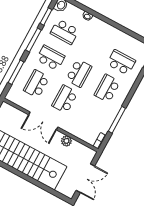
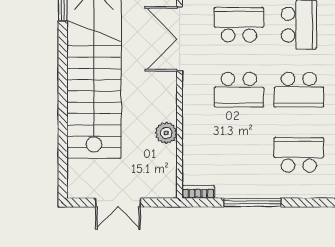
school desk: (65, 99) -> (239, 90), turned 180
double door: (43, 121) -> (179, 39), moved
double door: (85, 178) -> (118, 202), width x0.73

